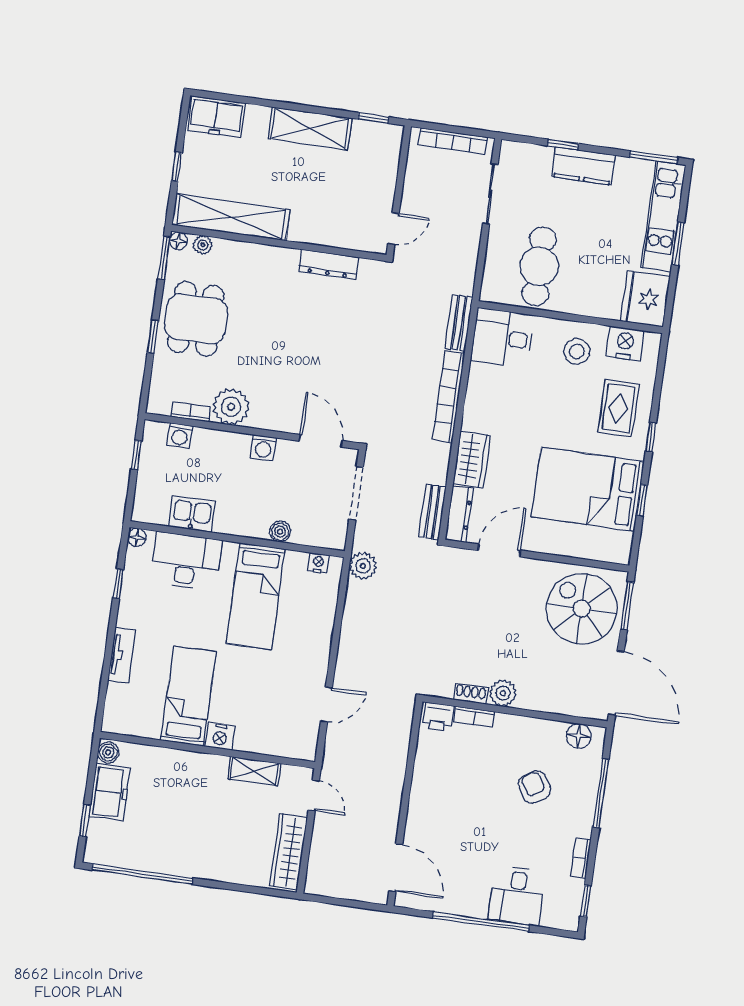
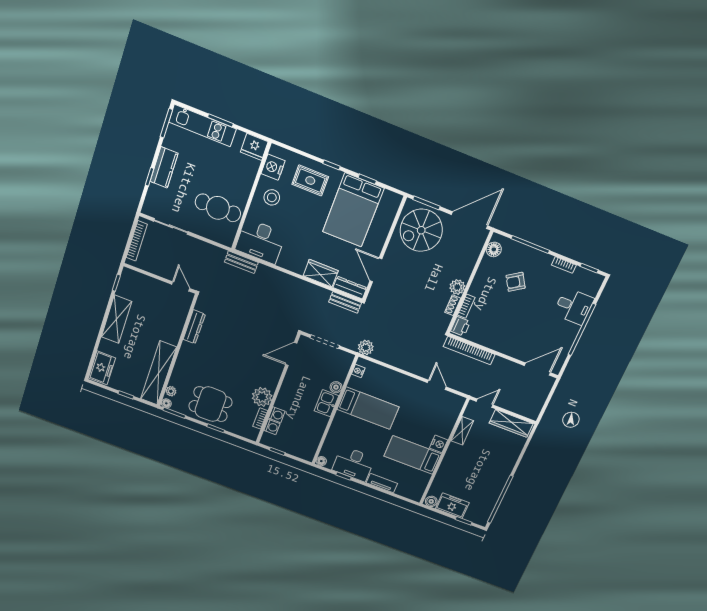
fridge: (645, 299) -> (254, 147), width x0.73, depth x0.75
desk: (502, 338) -> (260, 241), width x1.37
bookcase: (449, 396) -> (469, 351), moved
washing machine: (263, 448) -> (277, 415), moved
kitchen sink: (192, 514) -> (326, 403), moved
desk: (186, 561) -> (354, 464), moved, turned -90

